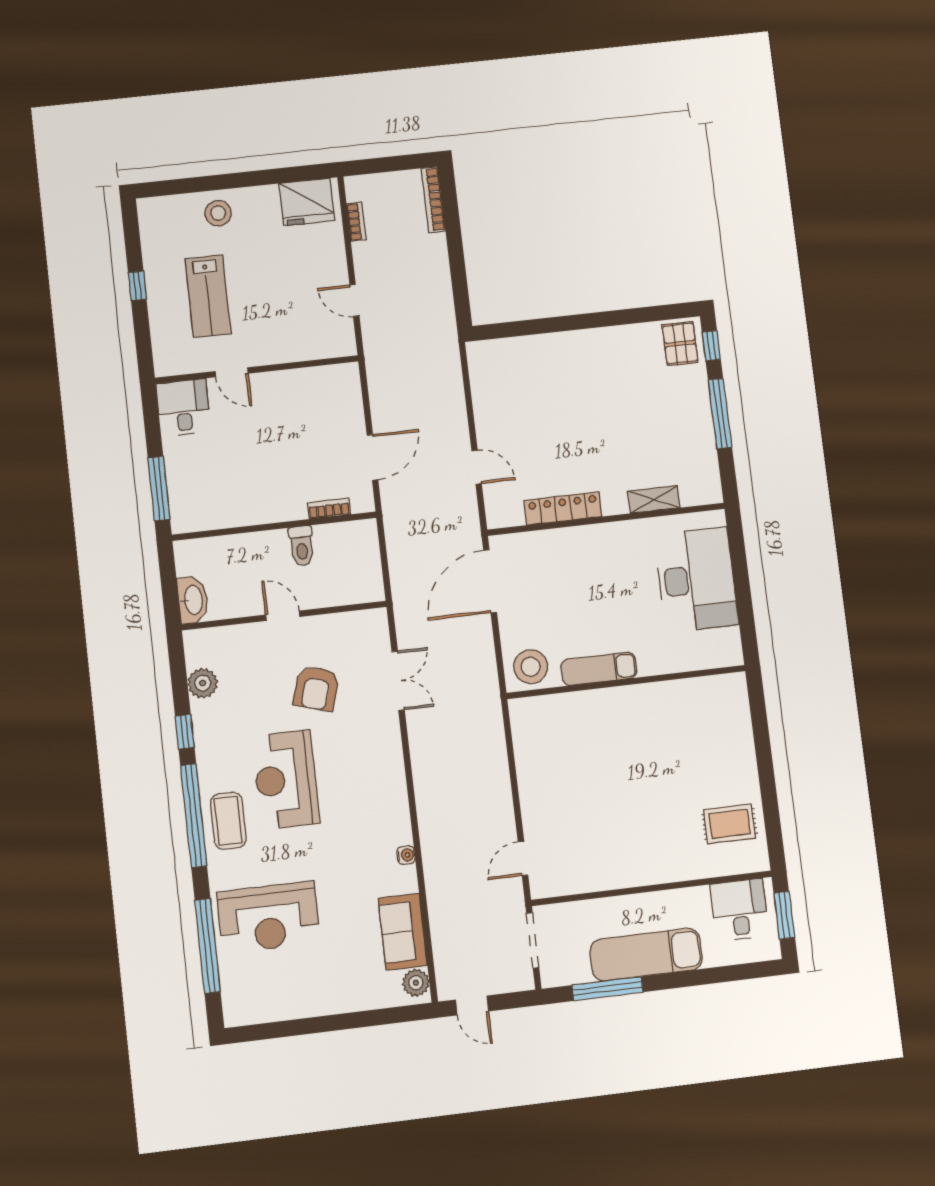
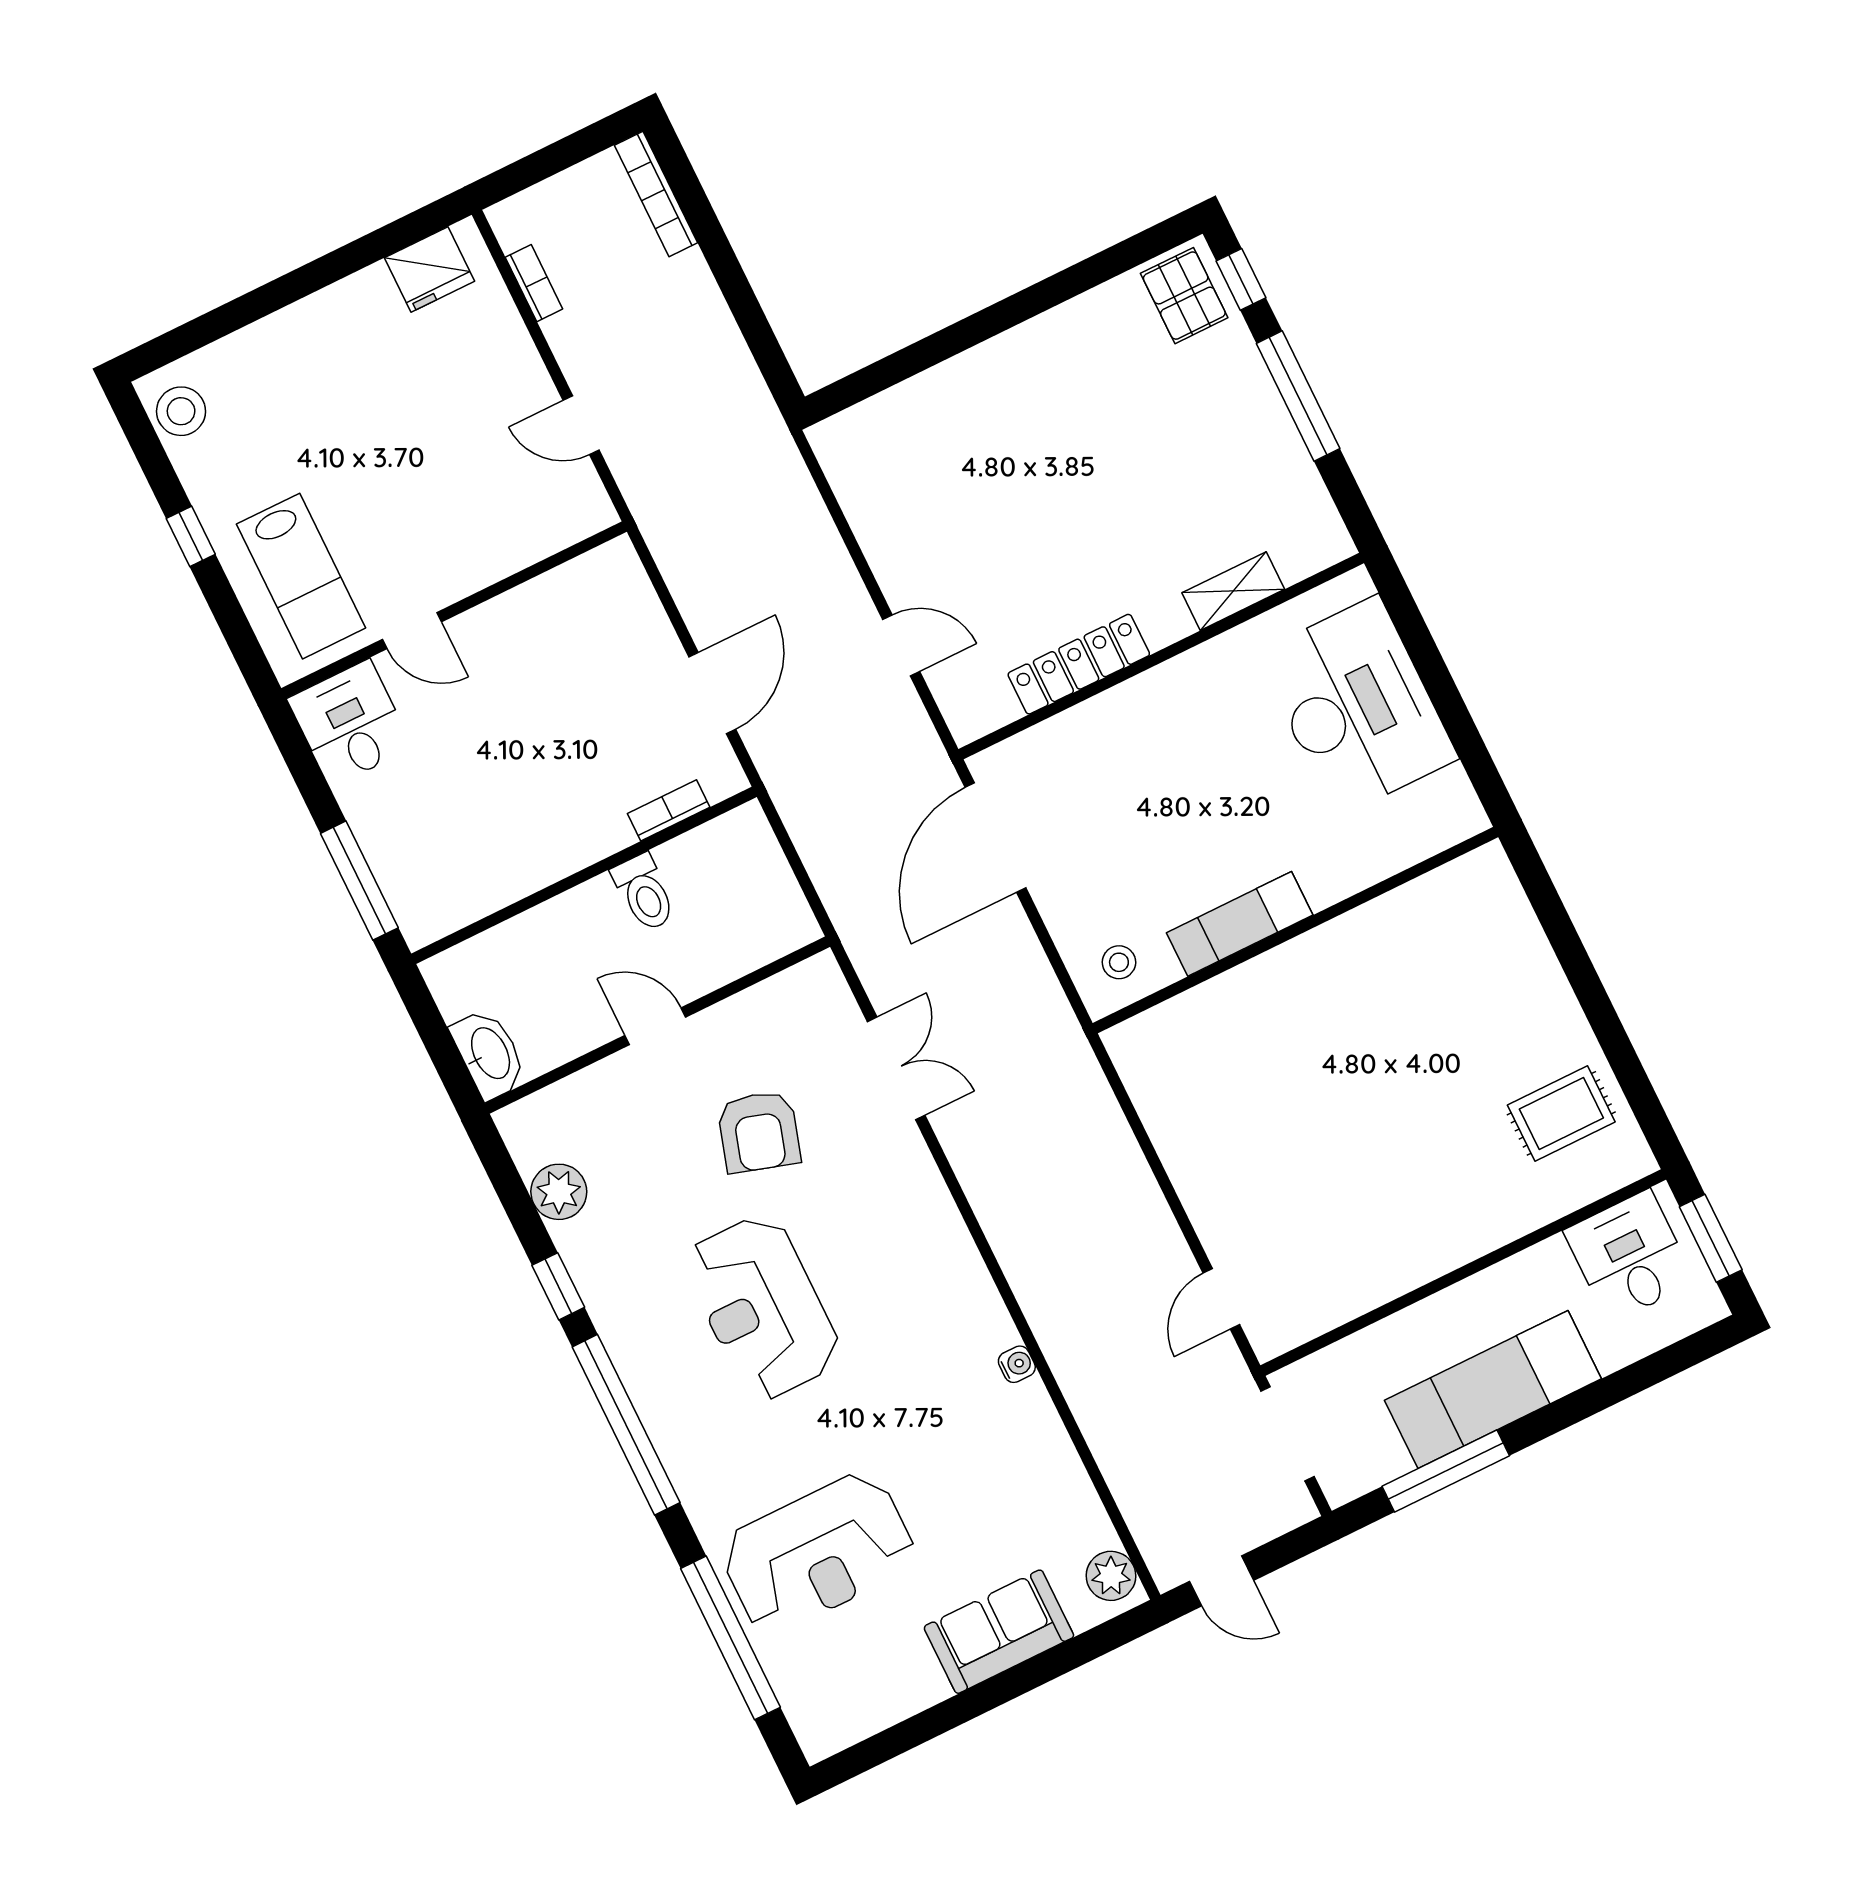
fridge: (307, 202) -> (429, 269), width x0.73, depth x0.75
stool: (218, 213) -> (181, 411), moved
lab bench: (208, 296) -> (301, 576), moved
stool: (531, 667) -> (1119, 962), width x0.53, depth x0.53
coffee table: (228, 821) -> (689, 1413), removed
sofa: (403, 932) -> (999, 1632), moved, turned 90

